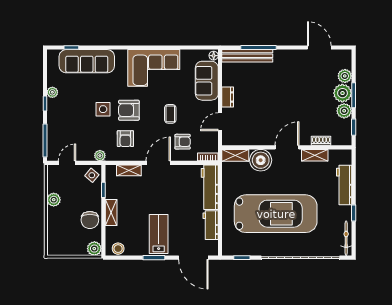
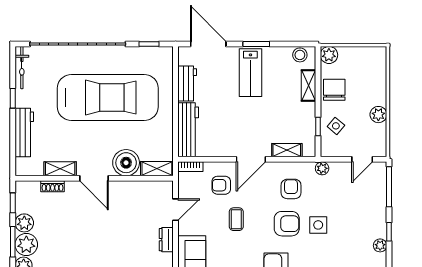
door: (287, 147) -> (94, 178), hinge flipped
side table: (92, 175) -> (336, 126), moved
shelving: (111, 212) -> (308, 86), moved
car: (276, 214) -> (108, 97), turned 180

